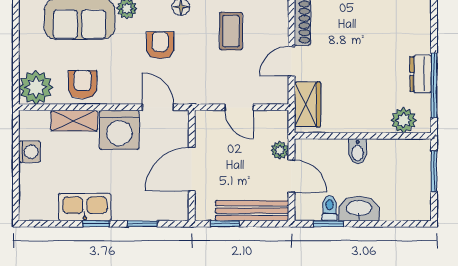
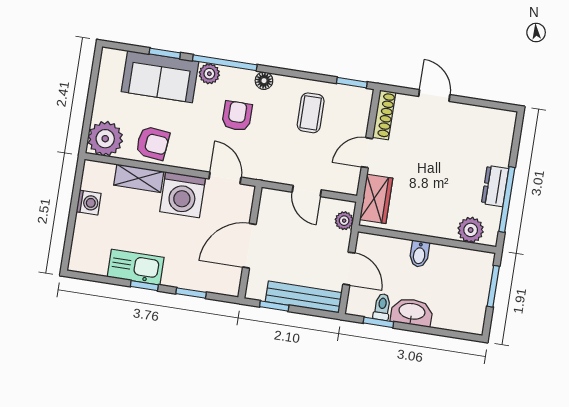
armchair: (82, 84) -> (153, 143), turned 96
plant: (280, 150) -> (344, 221), moved

